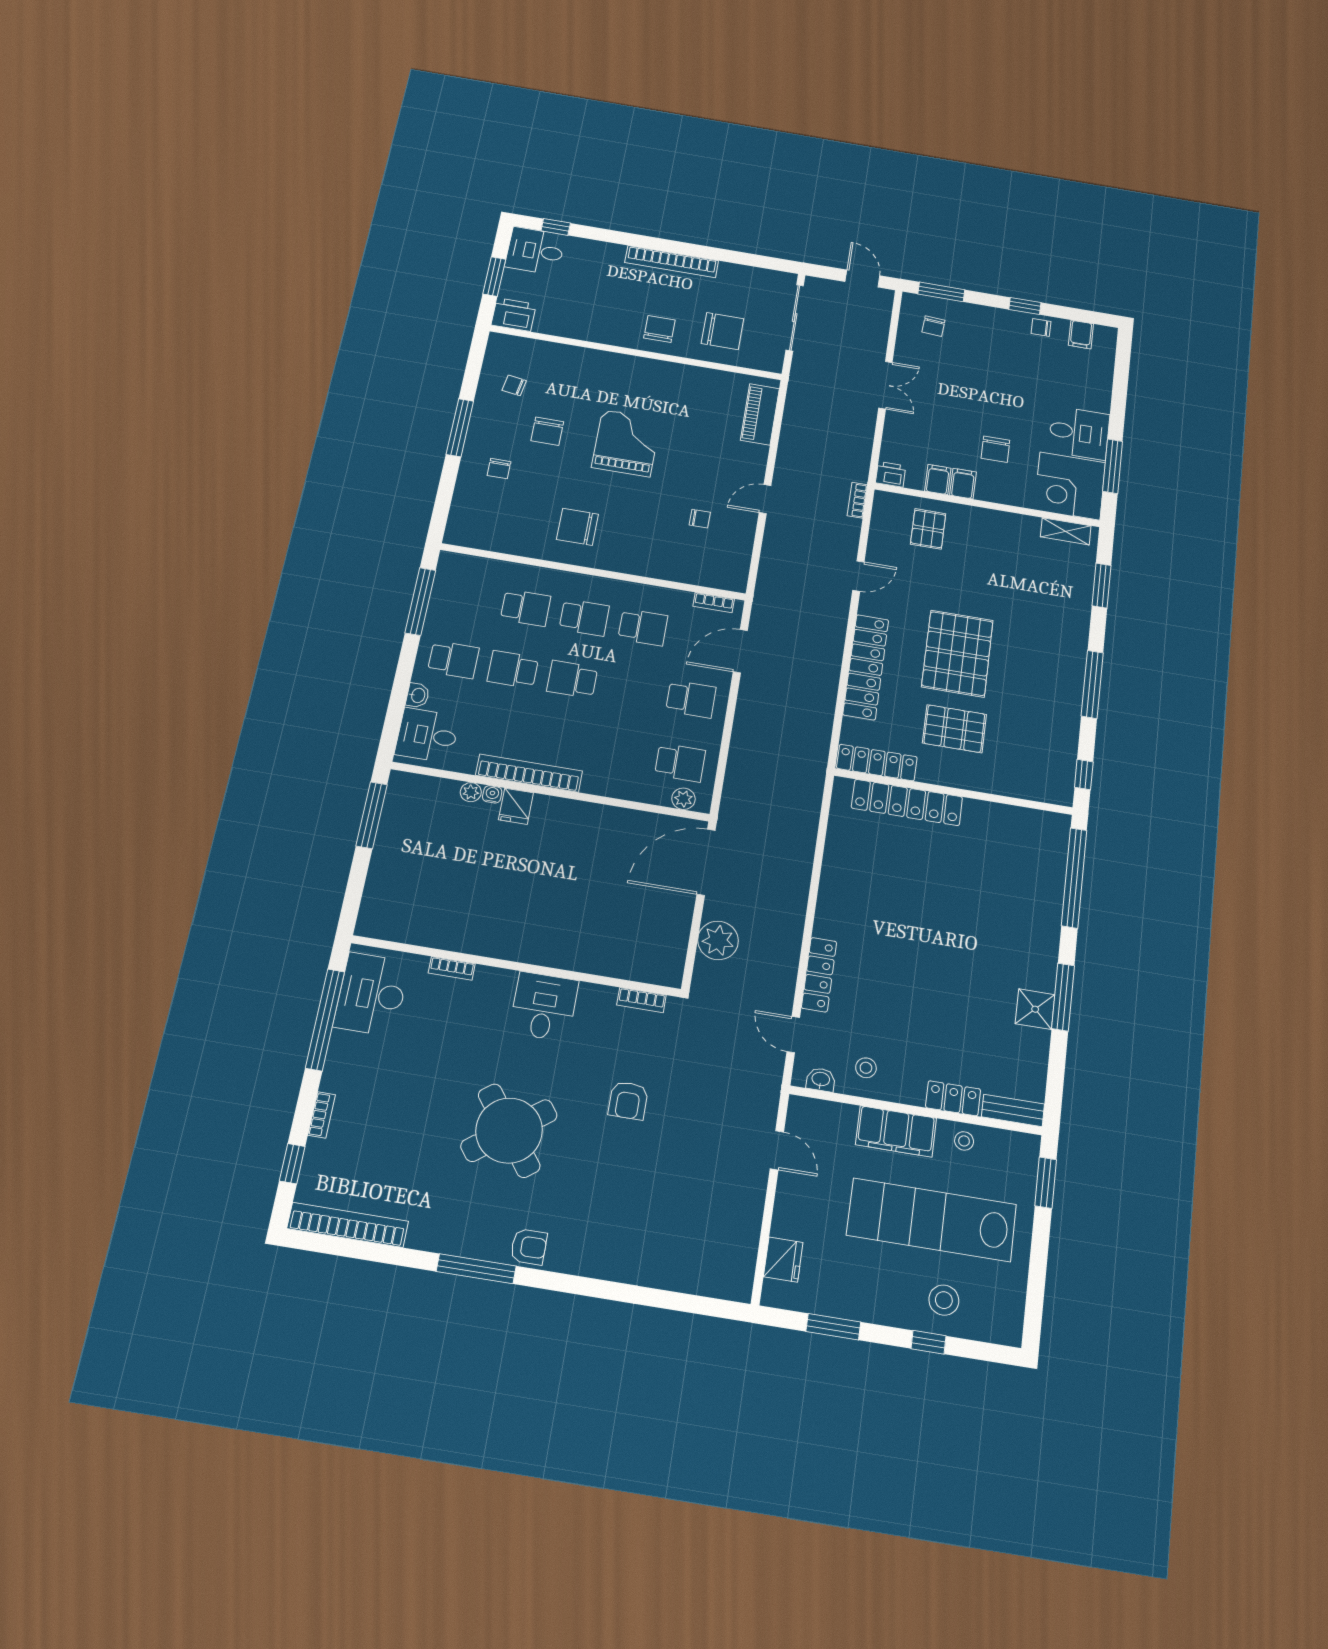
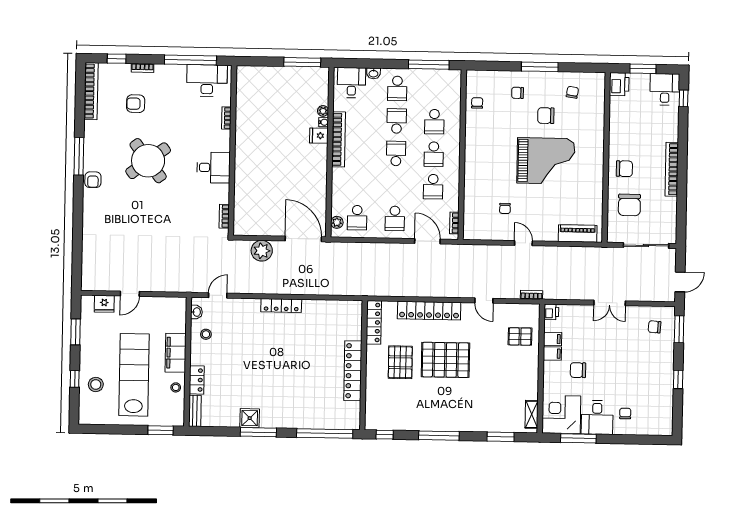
chair: (1041, 327) -> (625, 414), moved
filing cabinet: (1081, 335) -> (664, 414), removed
grand piano: (626, 443) -> (546, 161), width x1.37, depth x1.48
chair: (577, 527) -> (477, 103), moved, width x0.54, depth x0.54
locker: (907, 802) -> (353, 371), moved
locker: (819, 975) -> (281, 305), moved
armchair: (628, 1100) -> (136, 104), moved
door: (777, 1150) -> (130, 294), moved

